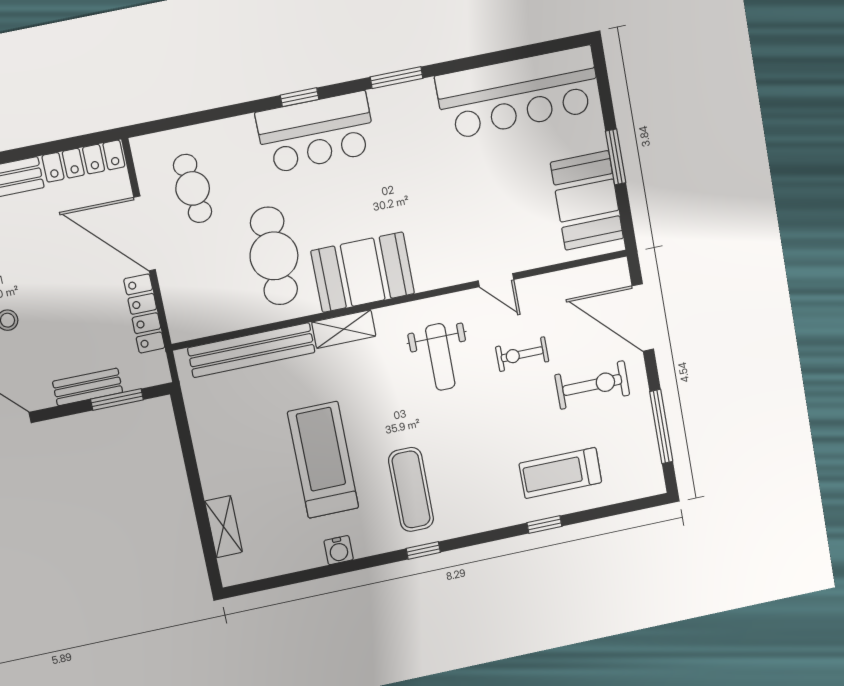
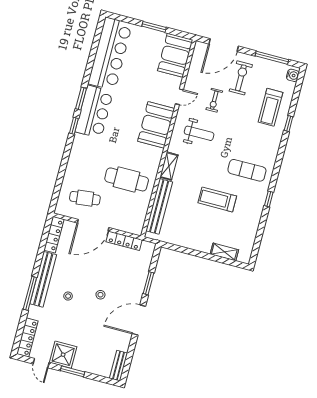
window: (300, 97) -> (74, 126), moved
bar counter: (316, 132) -> (94, 112), moved
booth: (587, 200) -> (175, 55), moved, turned 90
booth: (363, 272) -> (156, 125), moved
bench: (88, 387) -> (142, 277), removed
window: (117, 399) -> (149, 283), moved
treadmill: (323, 460) -> (217, 199), width x0.73, depth x0.73
water cooler: (339, 550) -> (293, 75), moved
window: (423, 550) -> (269, 199), moved

